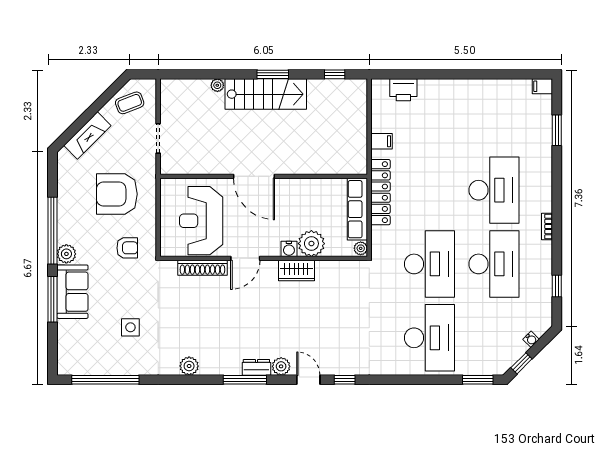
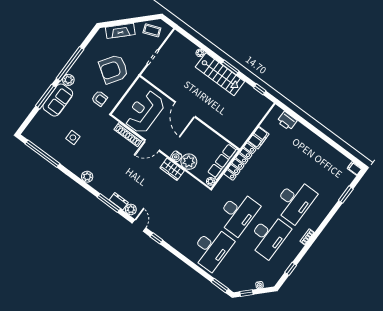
filing cabinet: (382, 141) -> (258, 138), width x2.00
armchair: (117, 194) -> (114, 69), turned -56

